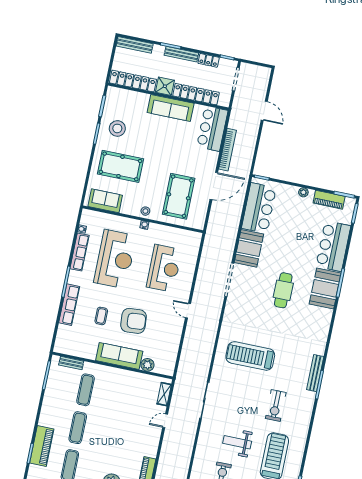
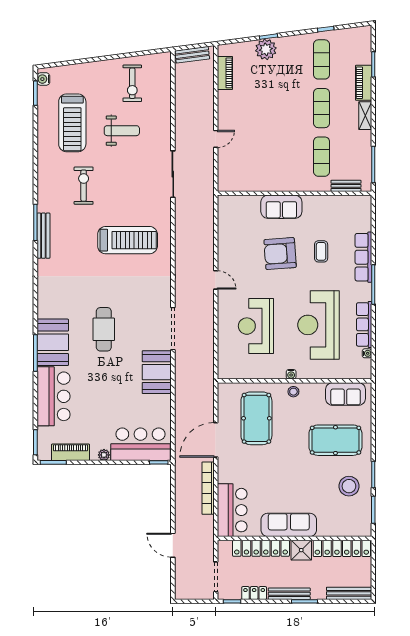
bar counter: (259, 208) -> (140, 444), moved, turned 90
sofa: (119, 356) -> (281, 207), width x0.73
plant: (147, 365) -> (252, 203), removed
shelving: (164, 394) -> (365, 116), moved
piano: (42, 446) -> (364, 83), width x0.73, depth x0.75

